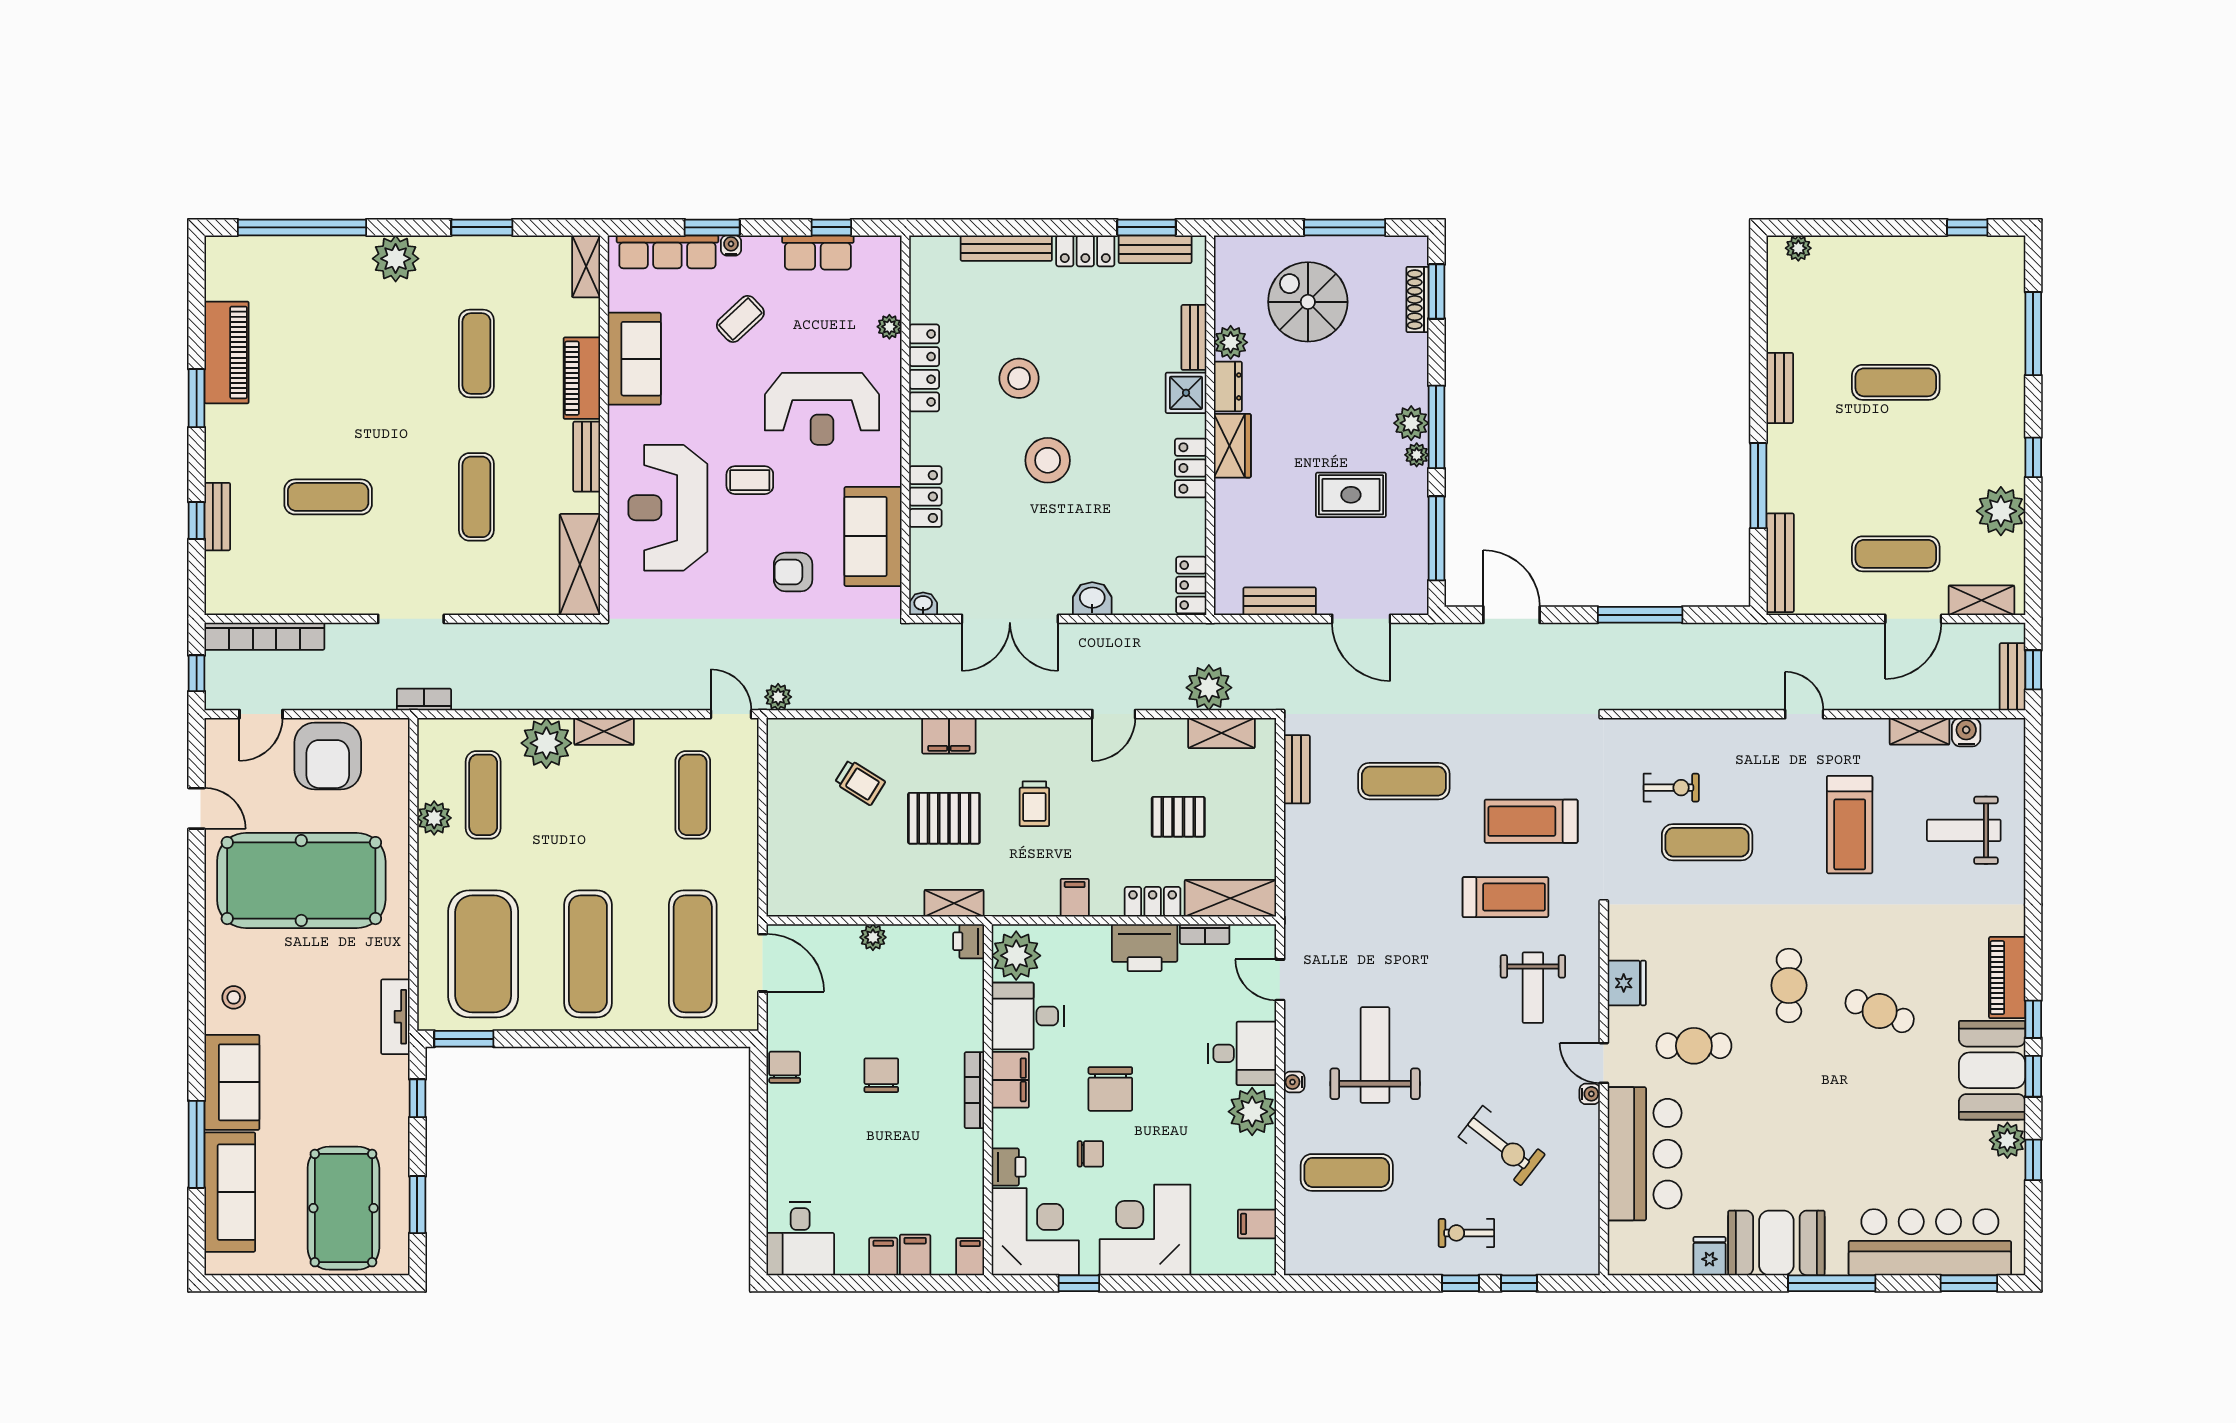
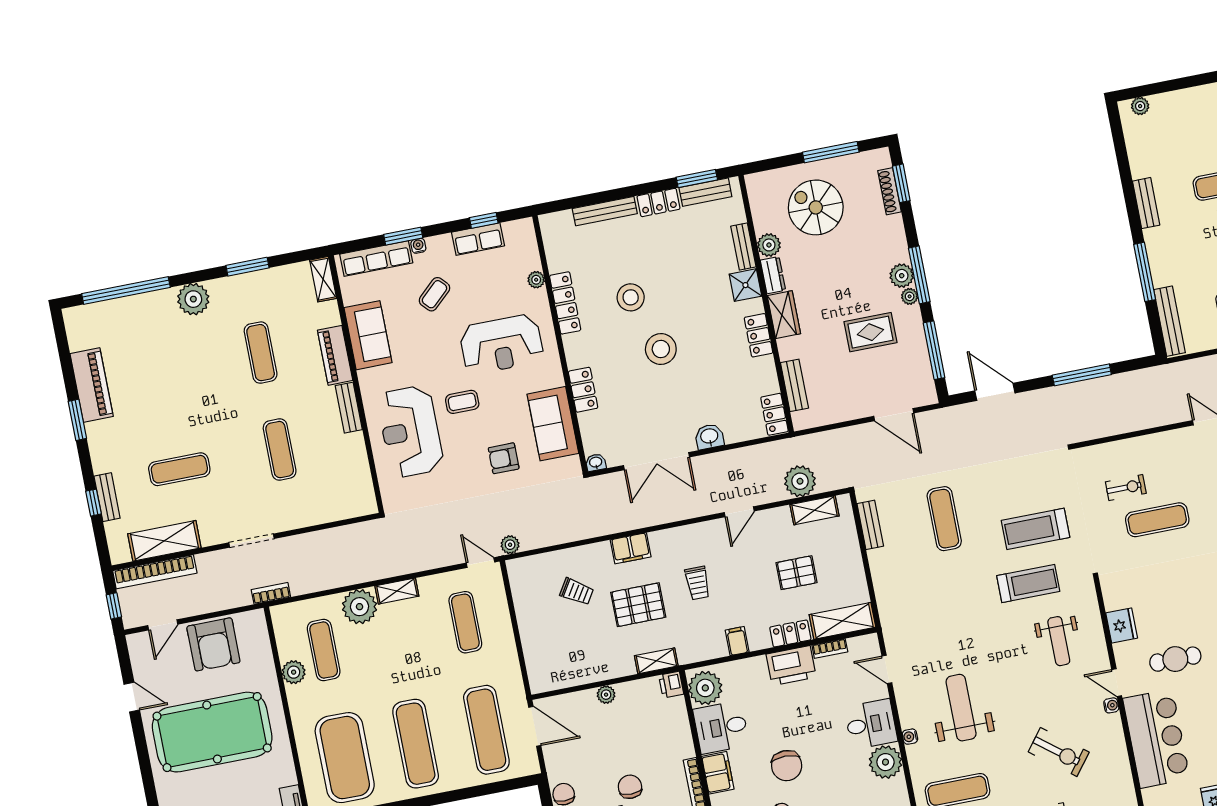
shelving: (580, 564) -> (164, 541), moved, turned 90
bench: (1280, 601) -> (794, 385), moved, turned 90
exercise mat: (1404, 781) -> (944, 519), turned 90

